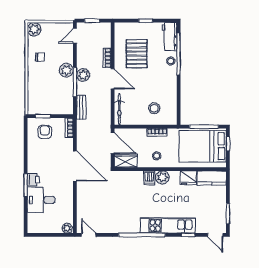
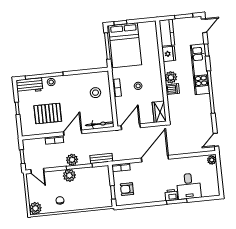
wardrobe: (126, 161) -> (159, 112), moved
wall: (170, 169) -> (163, 71), moved
plant: (162, 177) -> (171, 77), moved
dishwasher: (149, 178) -> (172, 89), moved
fridge: (188, 178) -> (169, 54), moved
kitchen counter: (212, 178) -> (167, 33), moved

